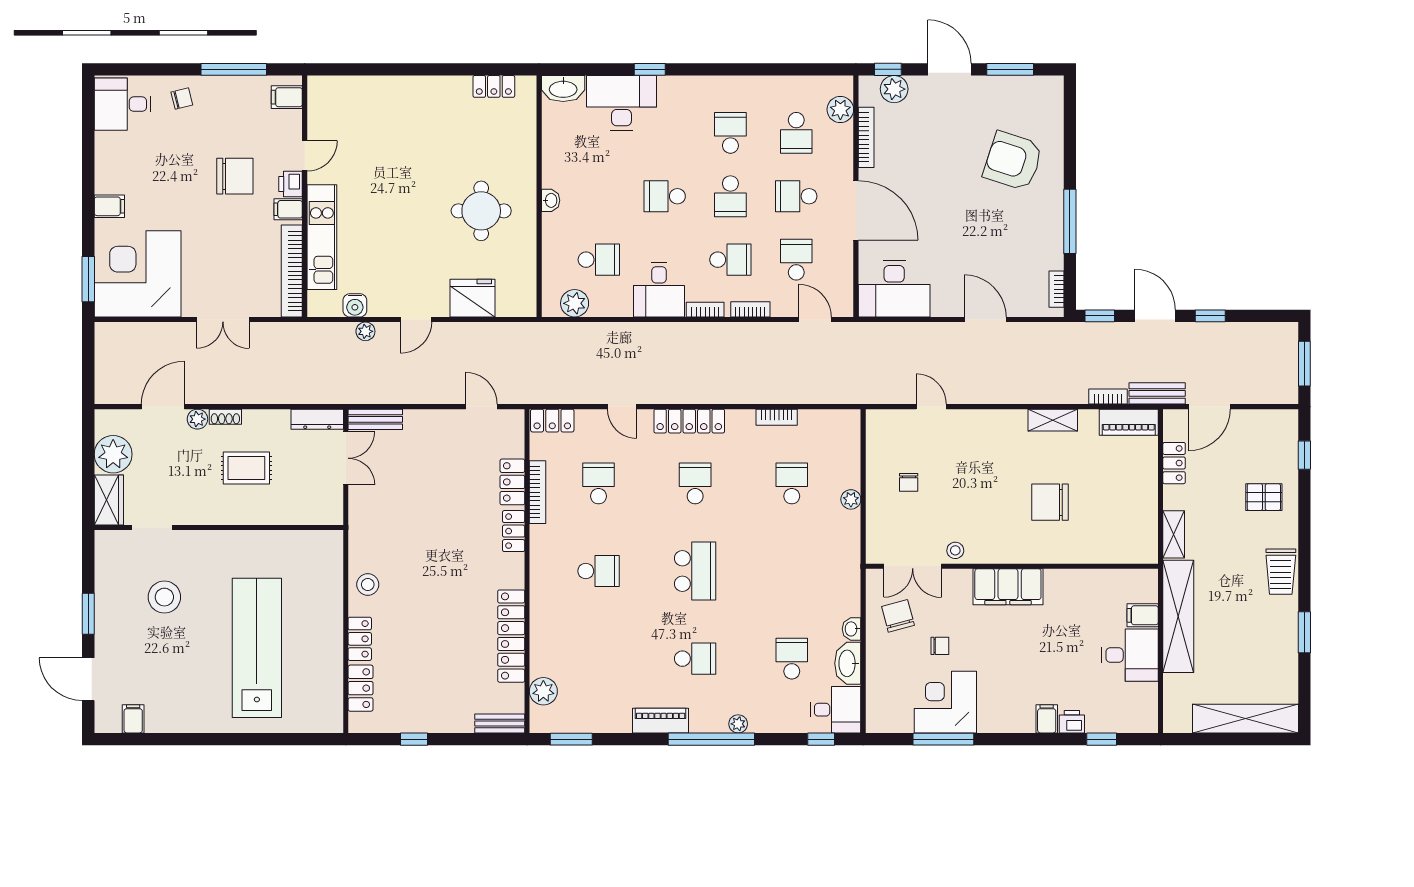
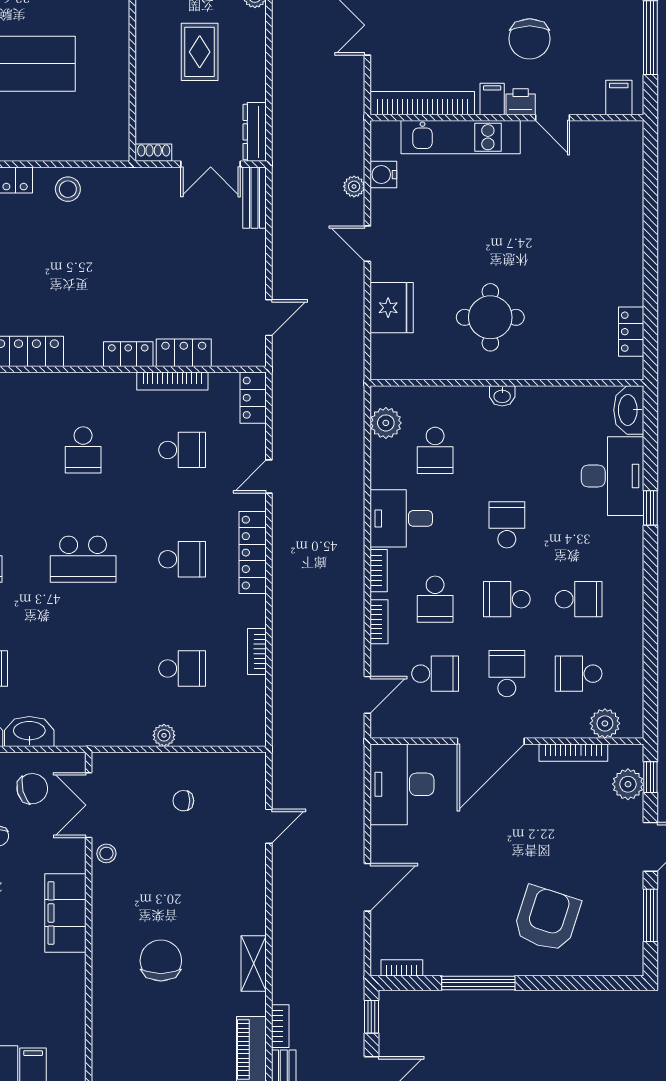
shoe rack: (225, 417) -> (154, 153), moved, turned 90
washbasin: (852, 629) -> (29, 732), width x1.91, depth x1.45

